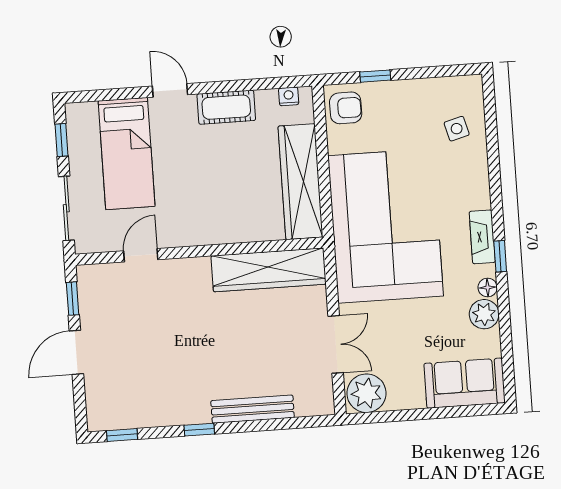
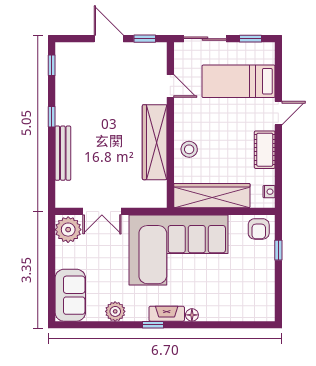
side table: (457, 129) -> (240, 302), removed
stool: (234, 220) -> (189, 149), added
wardrobe: (269, 270) -> (155, 142), moved
floor lamp: (488, 288) -> (192, 315), moved

